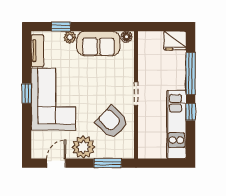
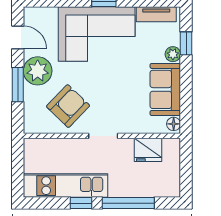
fridge: (175, 41) -> (148, 150), moved, turned -90
window: (108, 163) -> (18, 85), moved

